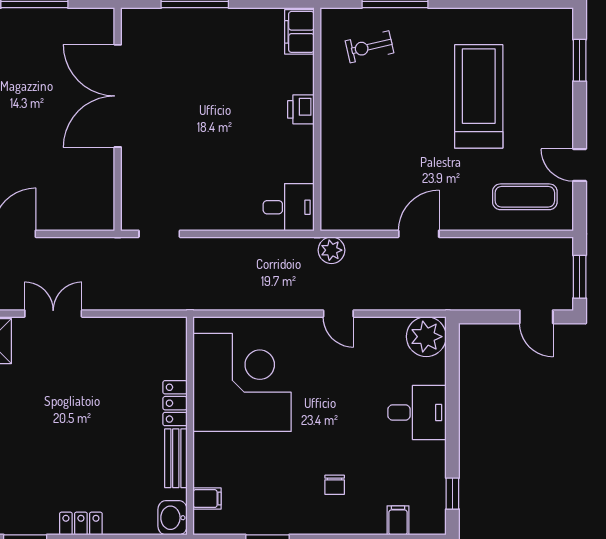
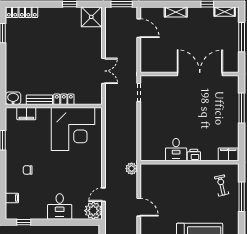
desk: (289, 207) -> (176, 150), moved
double door: (53, 314) -> (103, 71), moved
door: (338, 314) -> (103, 195), moved
filing cabinet: (207, 499) -> (26, 114), width x2.00
locker: (81, 524) -> (11, 58), removed

